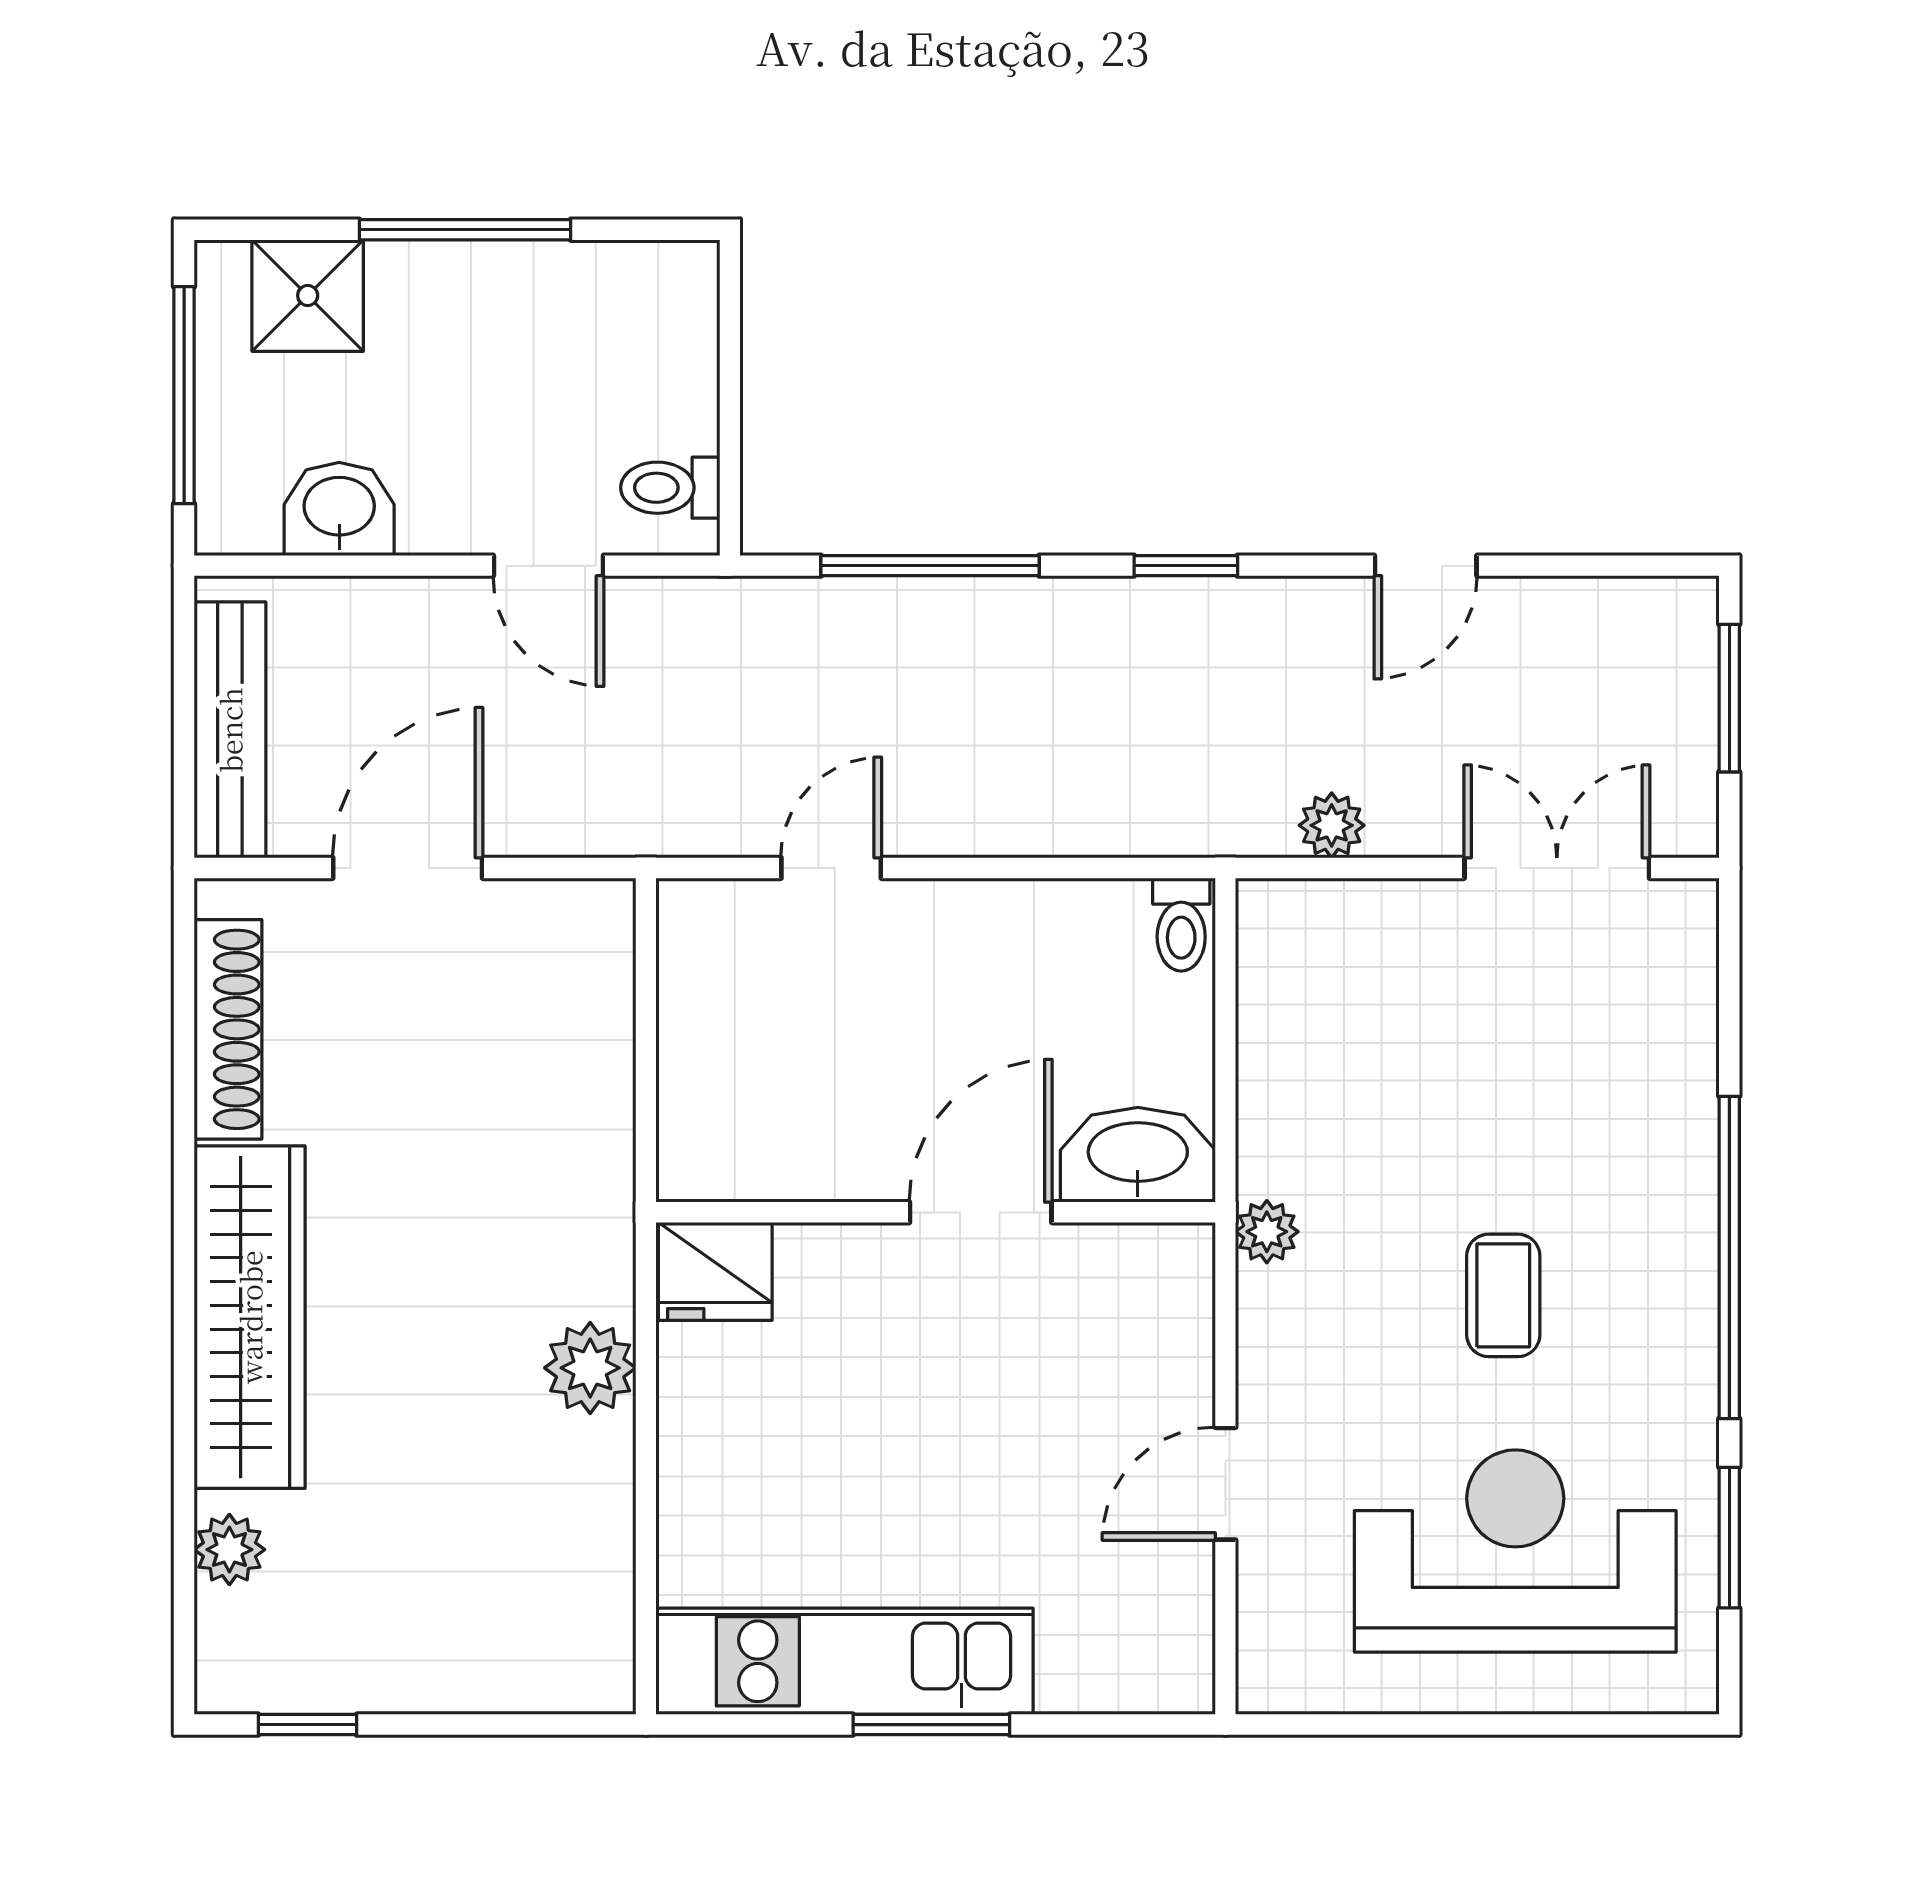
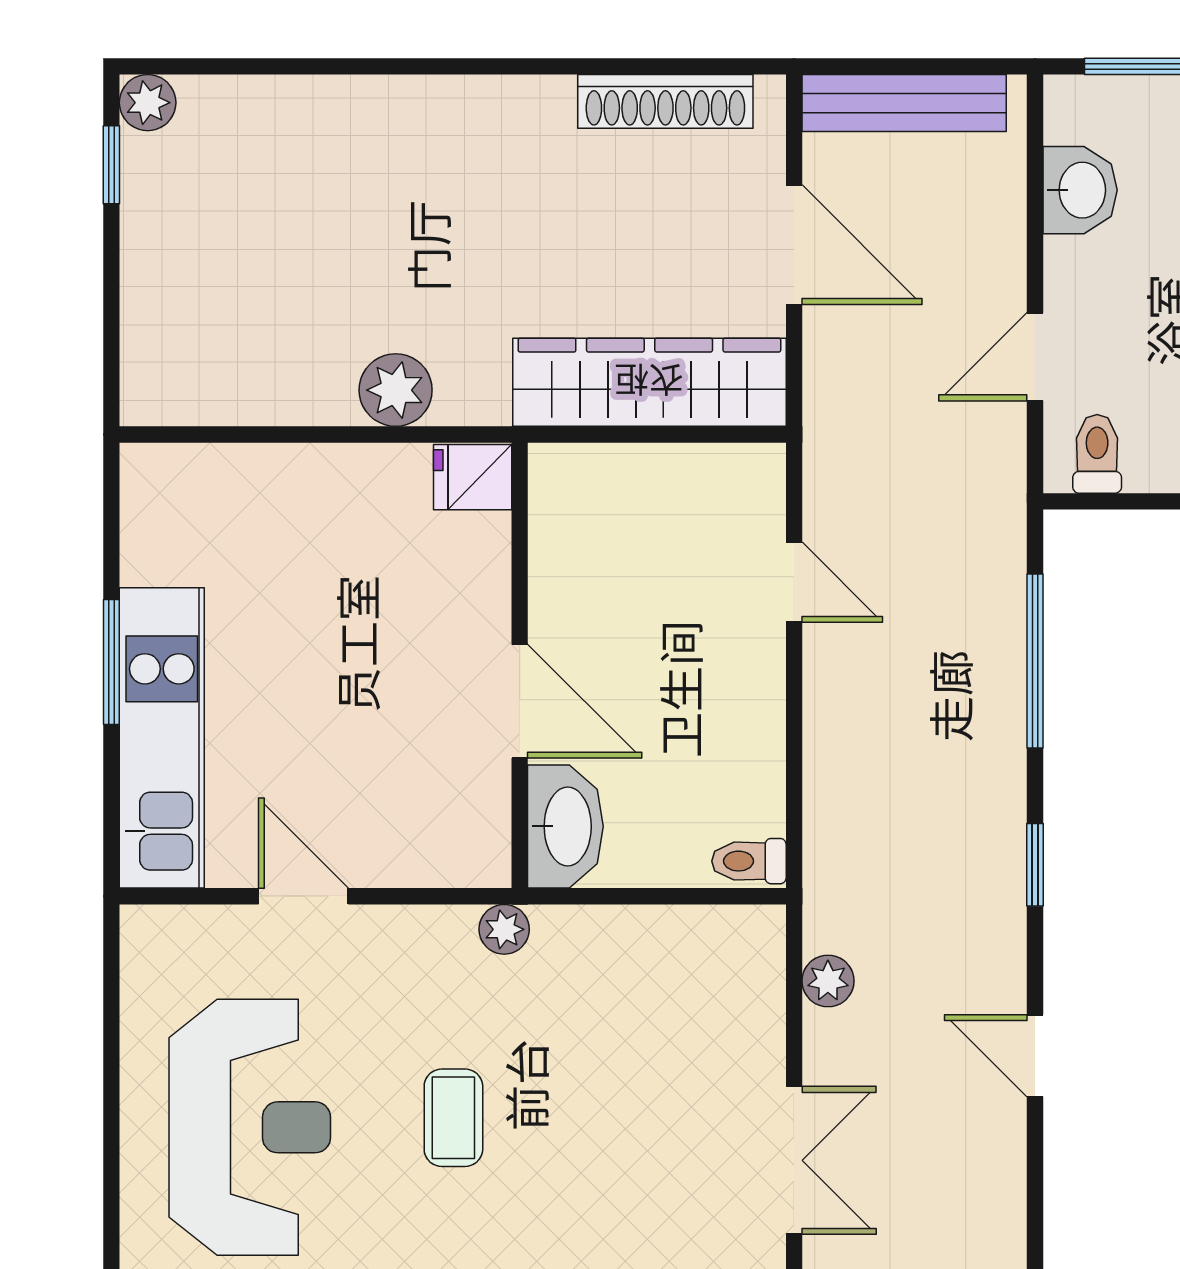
fridge: (715, 1271) -> (473, 477), width x0.72
coffee table: (1503, 1295) -> (453, 1118), turned 90
wardrobe: (250, 1317) -> (649, 382), moved, turned 180
plant: (229, 1550) -> (148, 103), moved
kitchen unit: (845, 1661) -> (162, 738), moved

